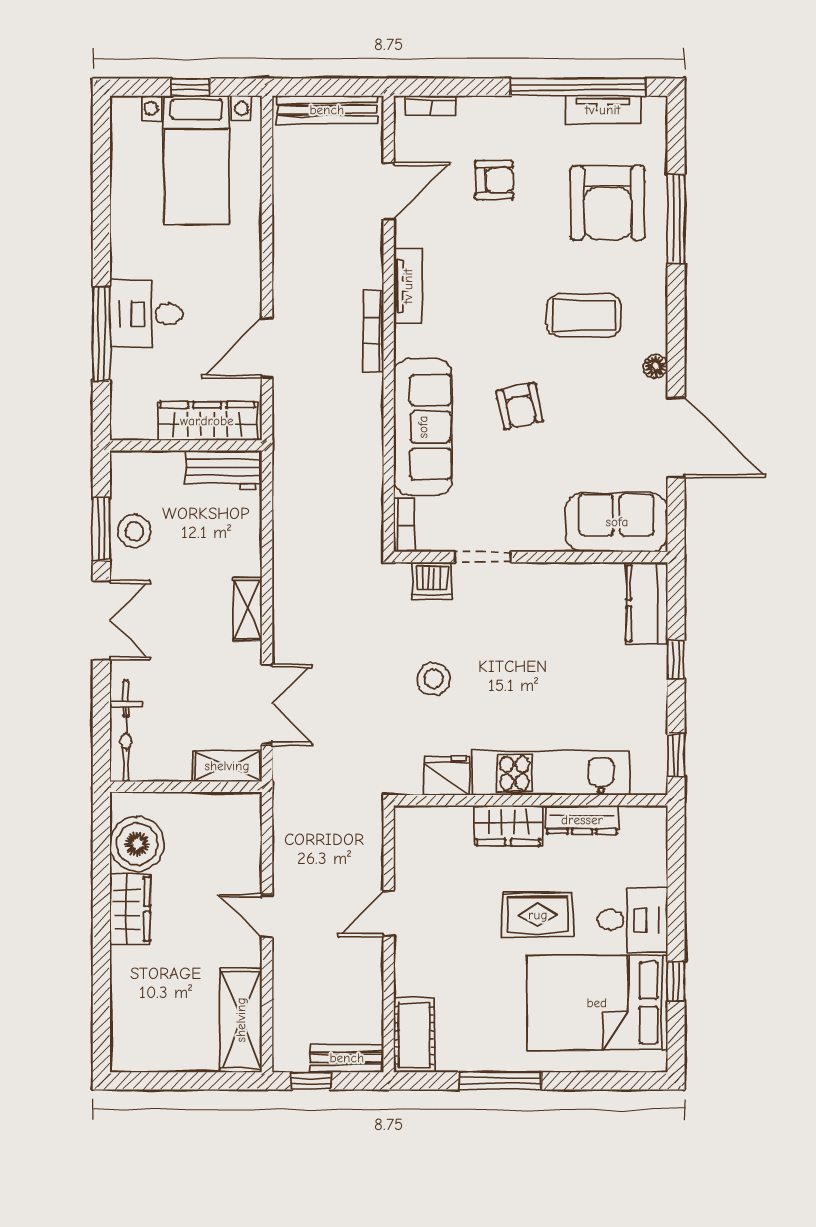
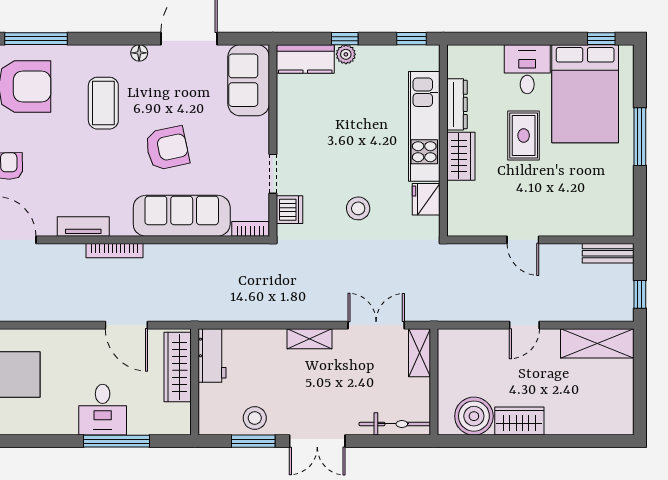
armchair: (520, 406) -> (167, 148), width x1.38, depth x1.38
double door: (101, 620) -> (317, 441), swing flipped
plant: (654, 661) -> (346, 54), added
window: (676, 981) -> (601, 39), moved
cot: (414, 1035) -> (608, 222), removed
bench: (347, 1058) -> (608, 253), moved, turned 90
window: (500, 1081) -> (640, 137), moved

